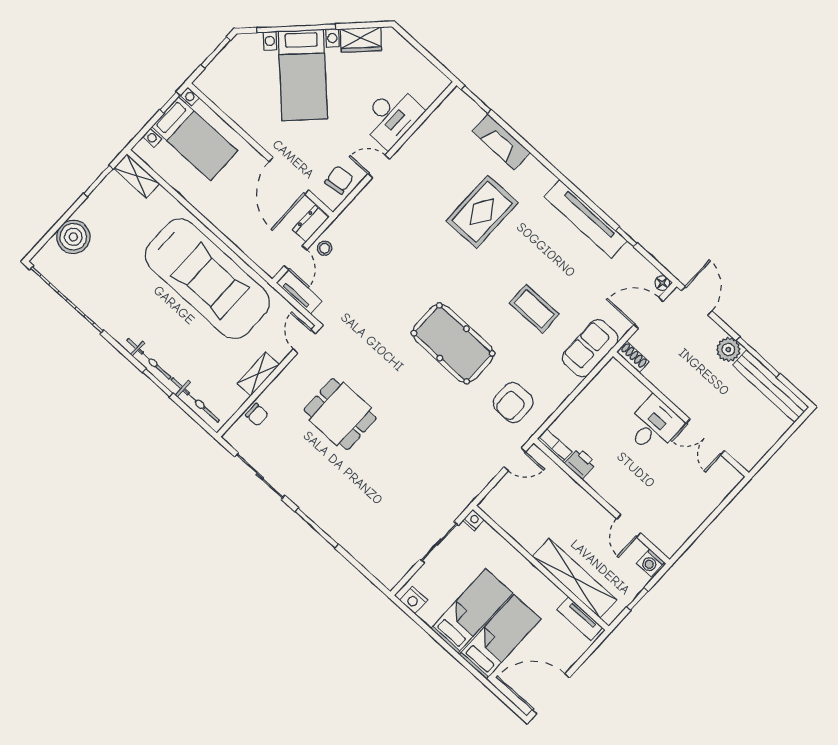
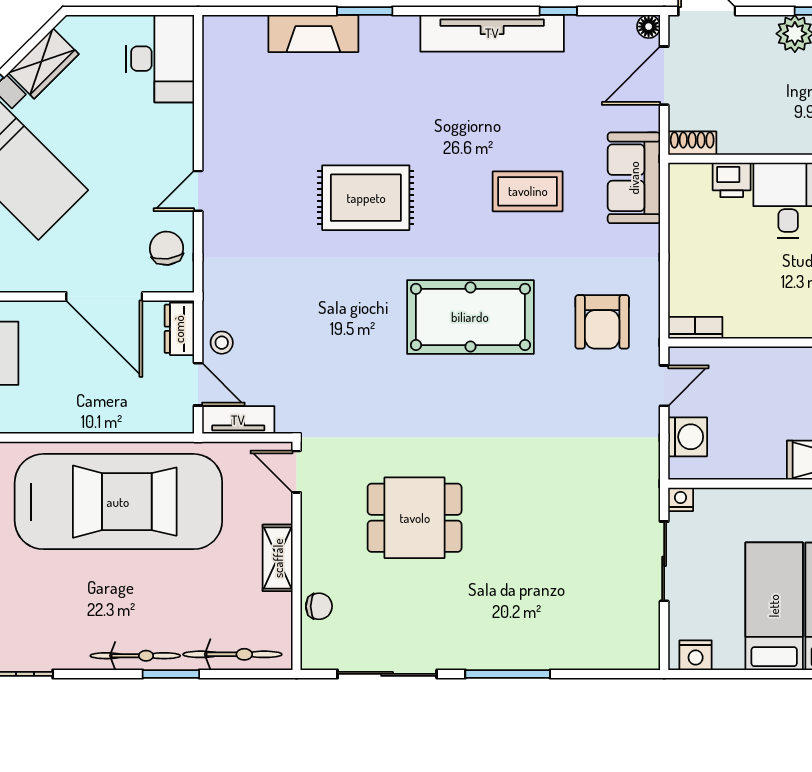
window: (476, 100) -> (365, 11), moved
desk: (391, 117) -> (160, 59), moved
rug: (482, 212) -> (366, 198), moved, turned 90
printer: (580, 463) -> (732, 180), moved, turned 180
washing machine: (504, 494) -> (688, 437), added

